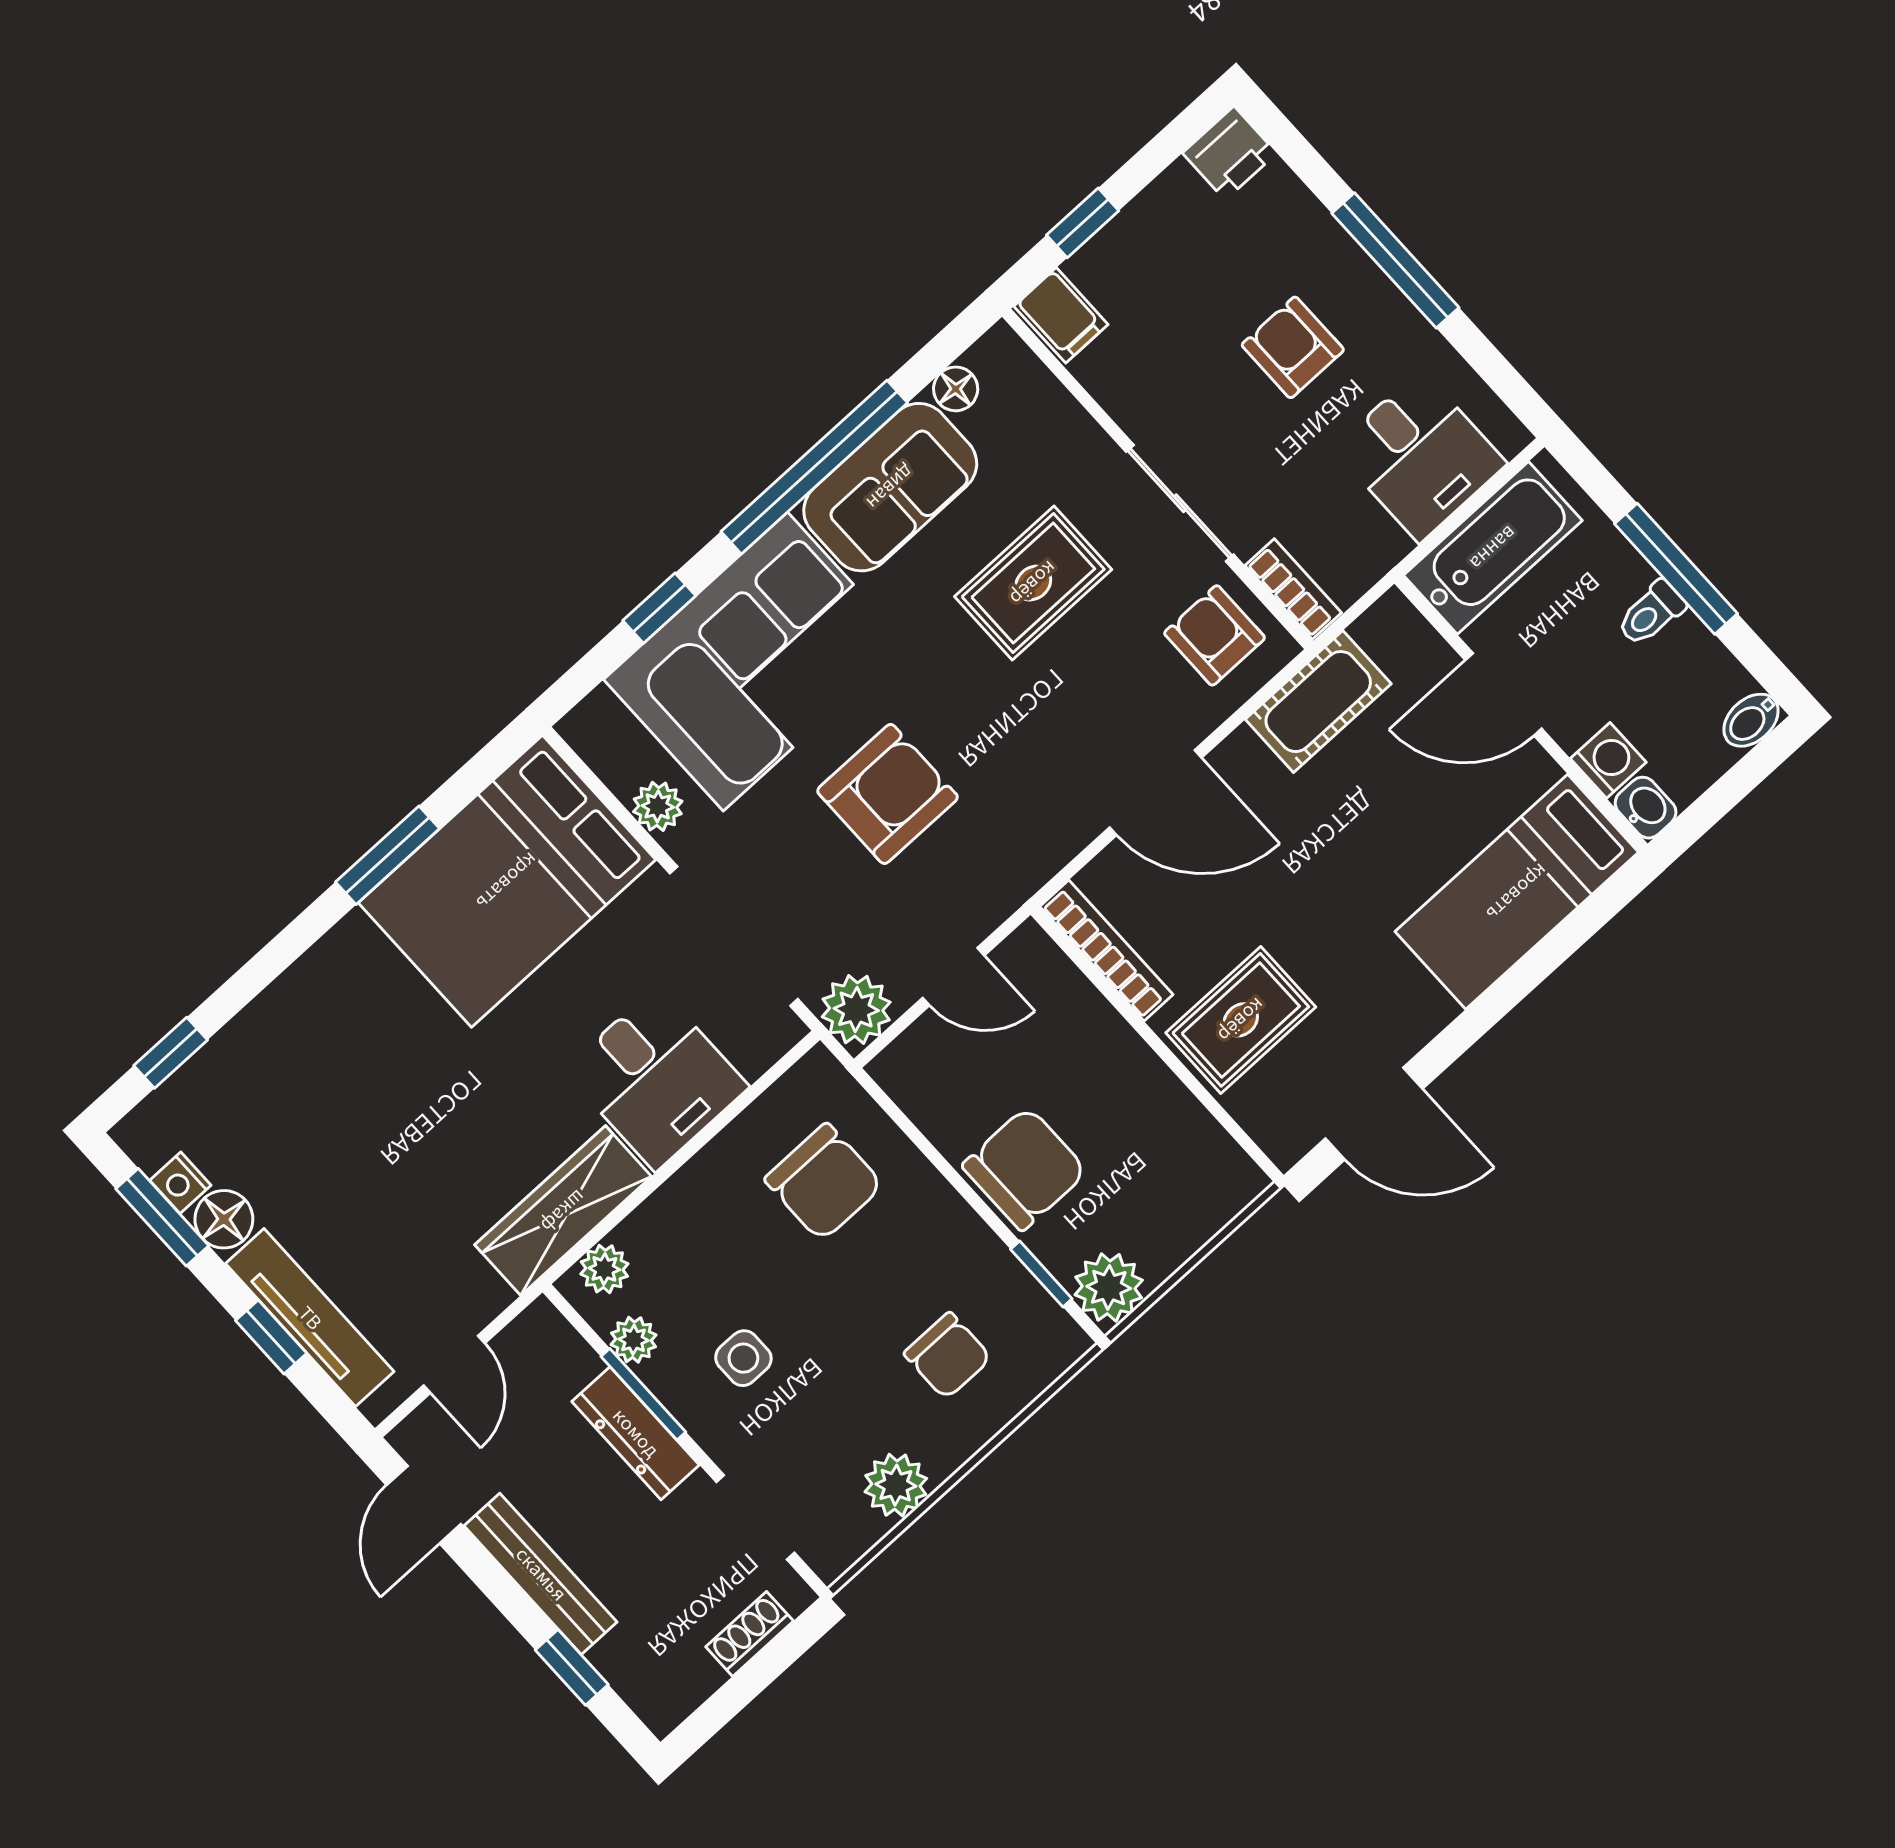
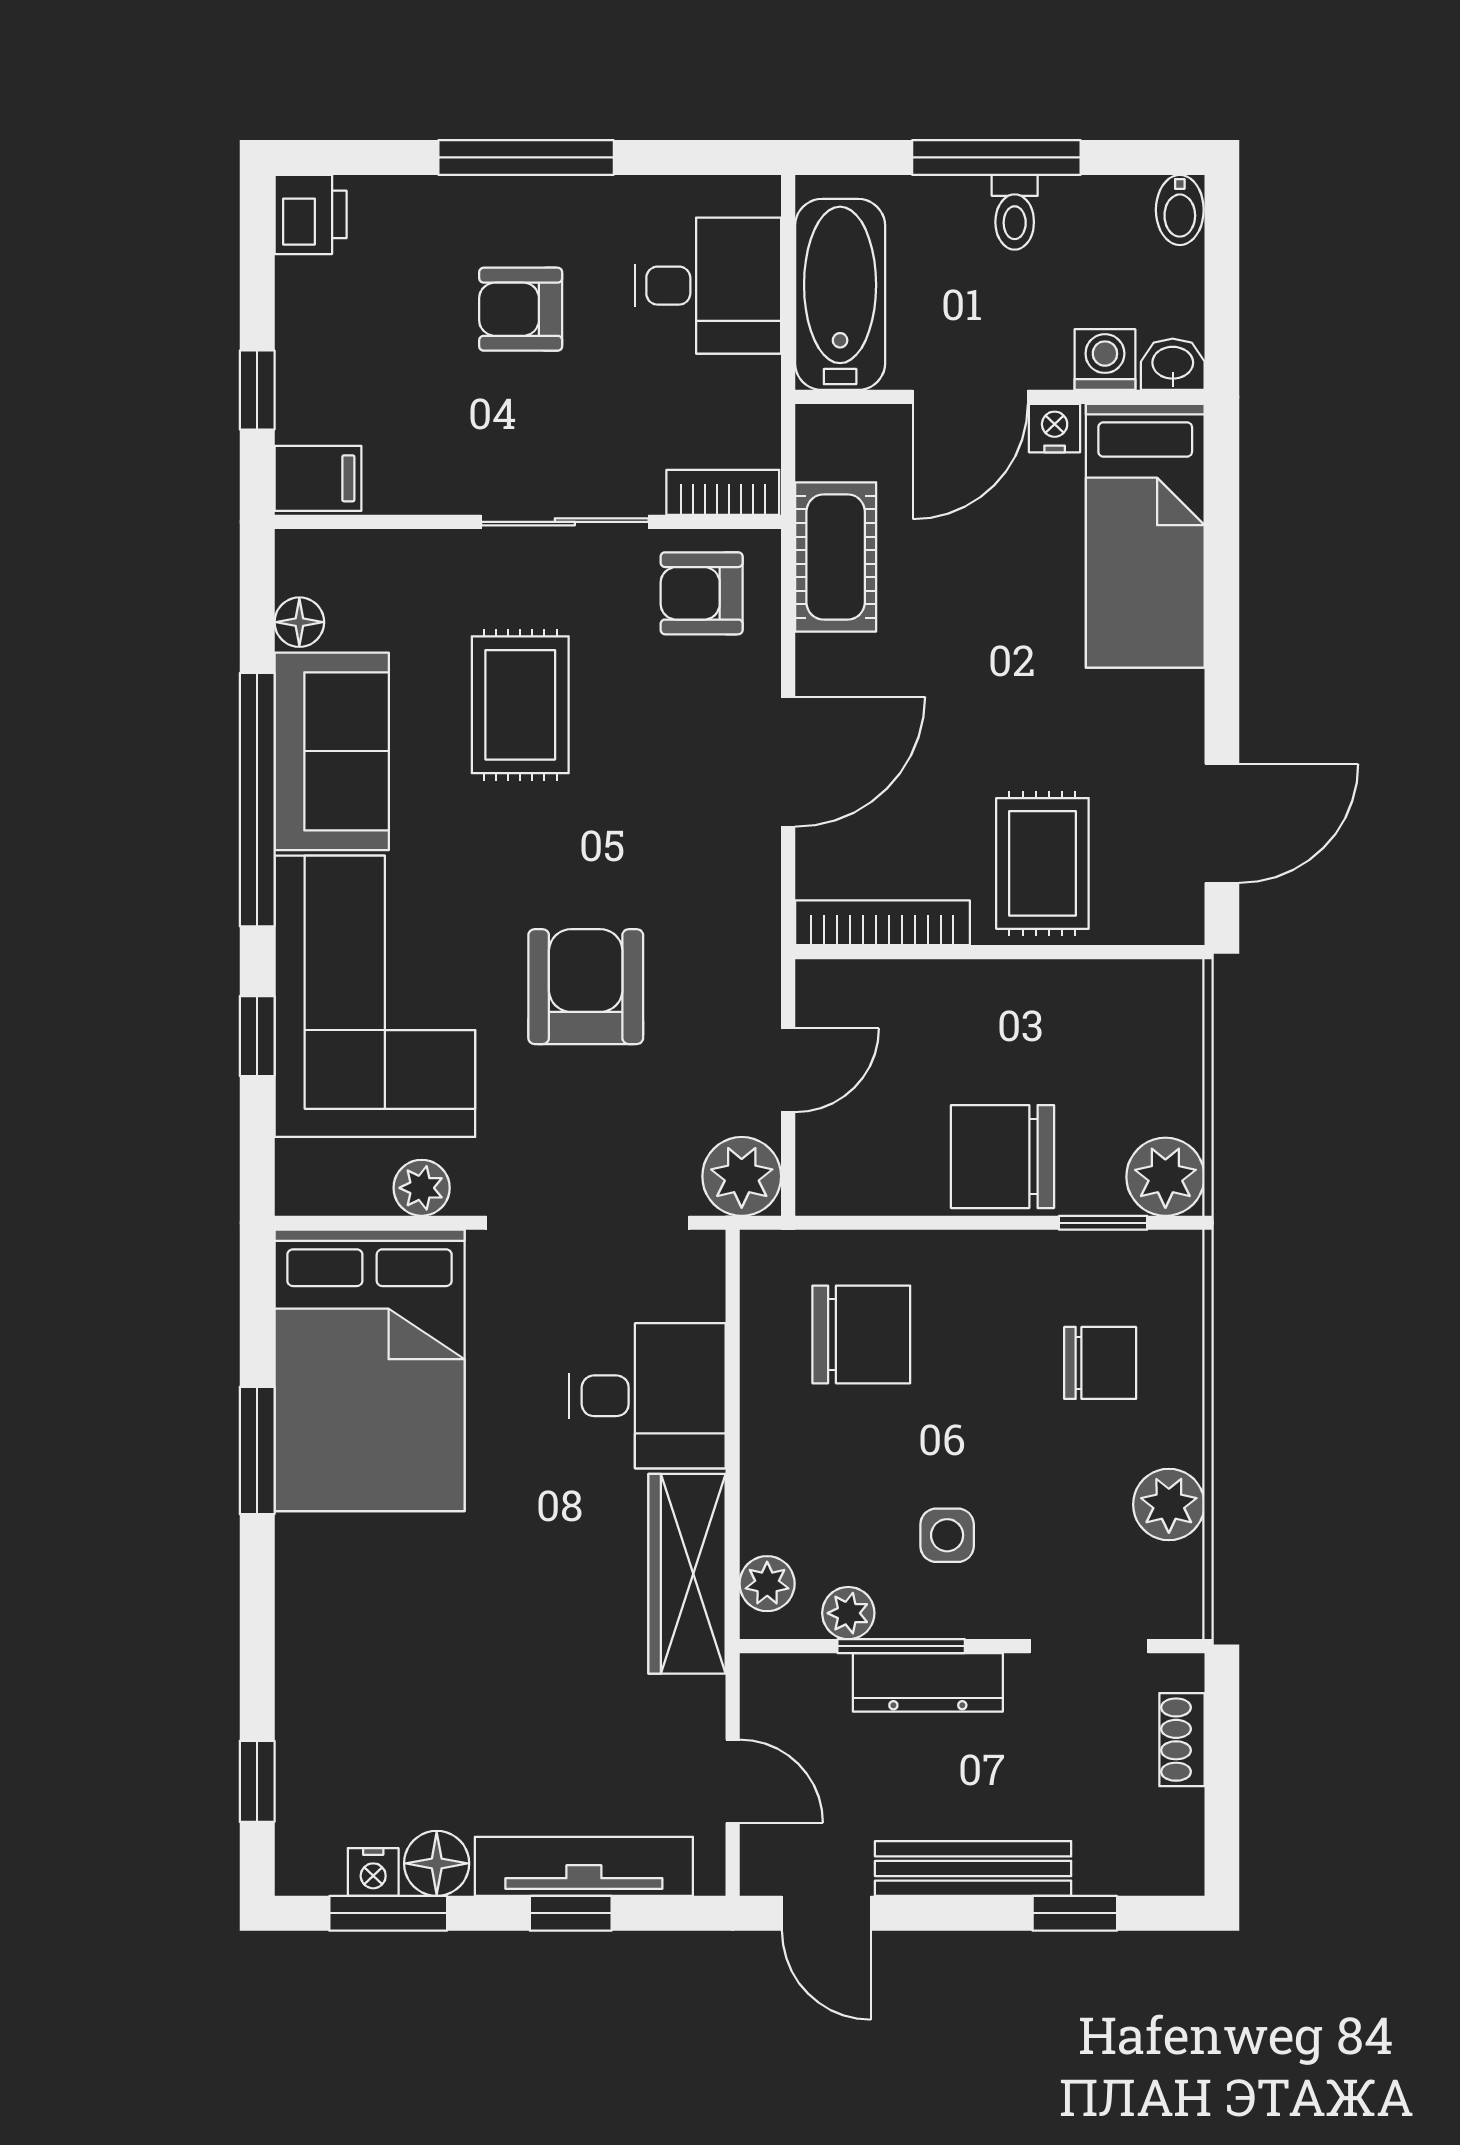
nightstand: (1533, 768) -> (1055, 428), added
chair: (1025, 1169) -> (1002, 1157), turned -90

